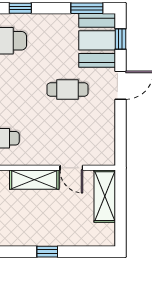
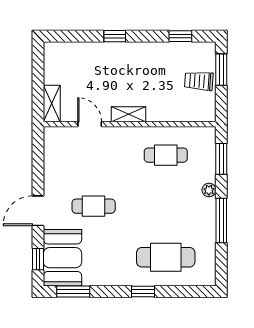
shelving: (34, 180) -> (128, 114), width x0.67, depth x0.75
shelving: (105, 196) -> (52, 104), width x0.67, depth x0.75

